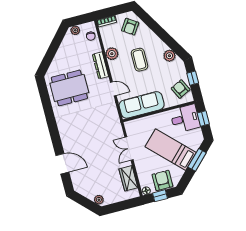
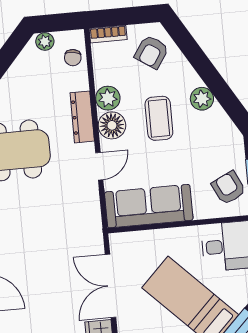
plant: (169, 56) -> (202, 99), moved
floor lamp: (116, 67) -> (112, 125), added
door: (113, 89) -> (99, 166), hinge flipped
double door: (129, 148) -> (110, 286), width x1.37

